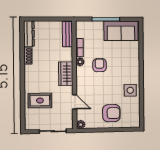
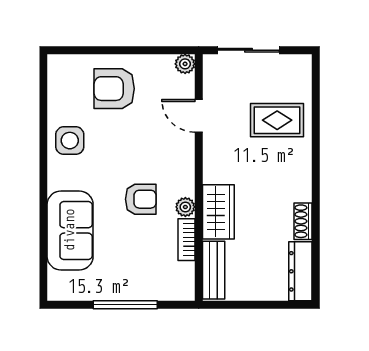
sofa: (121, 31) -> (70, 230), moved, turned 90
armchair: (99, 65) -> (141, 199), turned -90
wardrobe: (66, 74) -> (218, 212), moved

